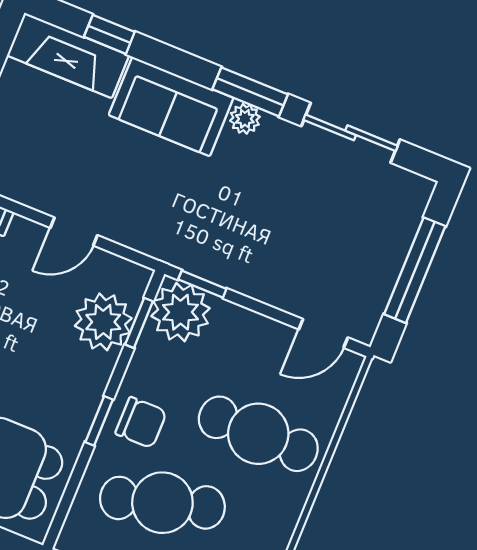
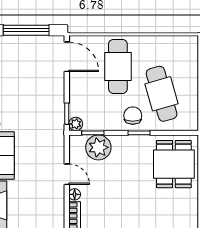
floor lamp: (24, 231) -> (75, 194), added
plant: (180, 312) -> (76, 124), width x0.53, depth x0.53
door: (323, 333) -> (67, 57), width x1.38

